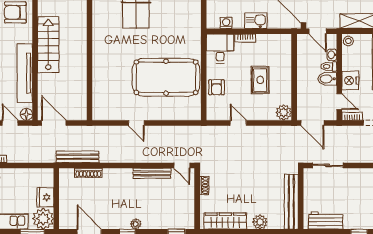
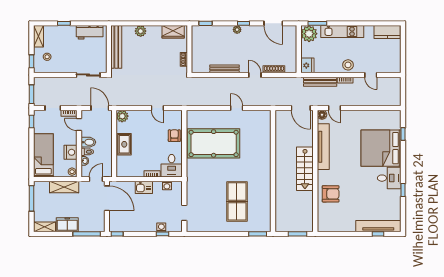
door: (318, 31) -> (96, 179), hinge flipped
rug: (260, 80) -> (124, 144), moved
nightstand: (350, 81) -> (71, 152), moved
bench: (77, 157) -> (320, 82), moved
door: (182, 165) -> (255, 75), moved
fridge: (45, 197) -> (307, 65), moved
wardrobe: (225, 221) -> (173, 32), width x0.67

